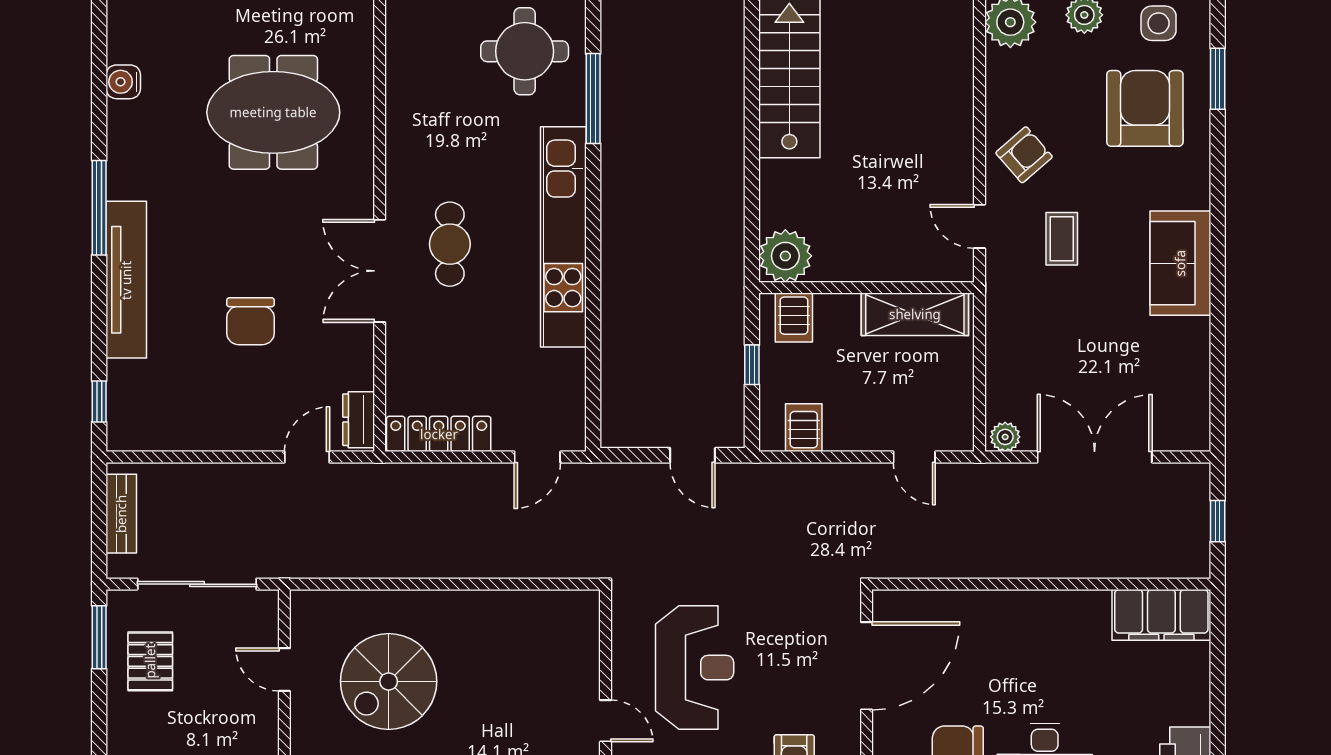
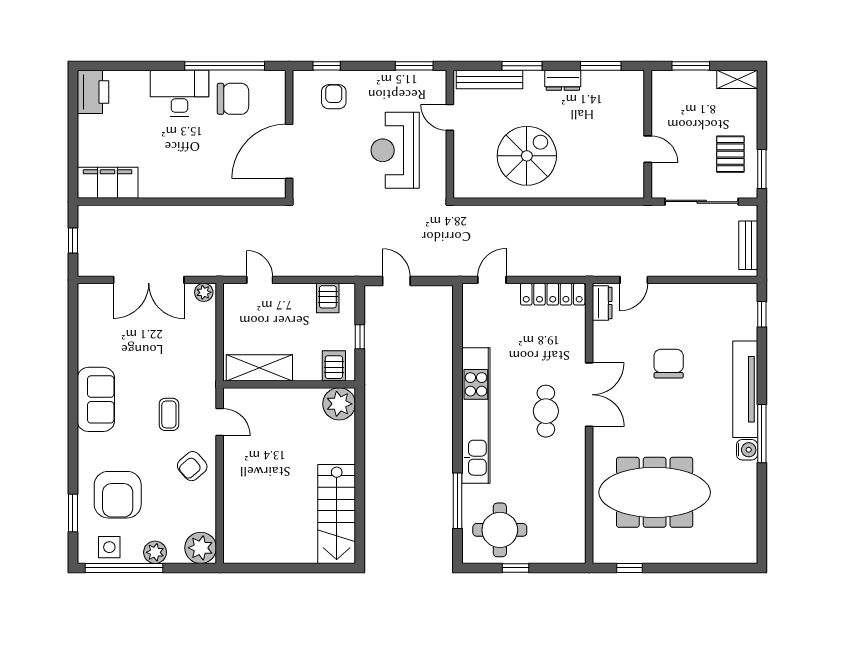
water cooler: (123, 82) -> (747, 450), moved
meeting table: (273, 112) -> (655, 492), width x1.36
spiral stairs: (389, 681) -> (527, 156), moved

